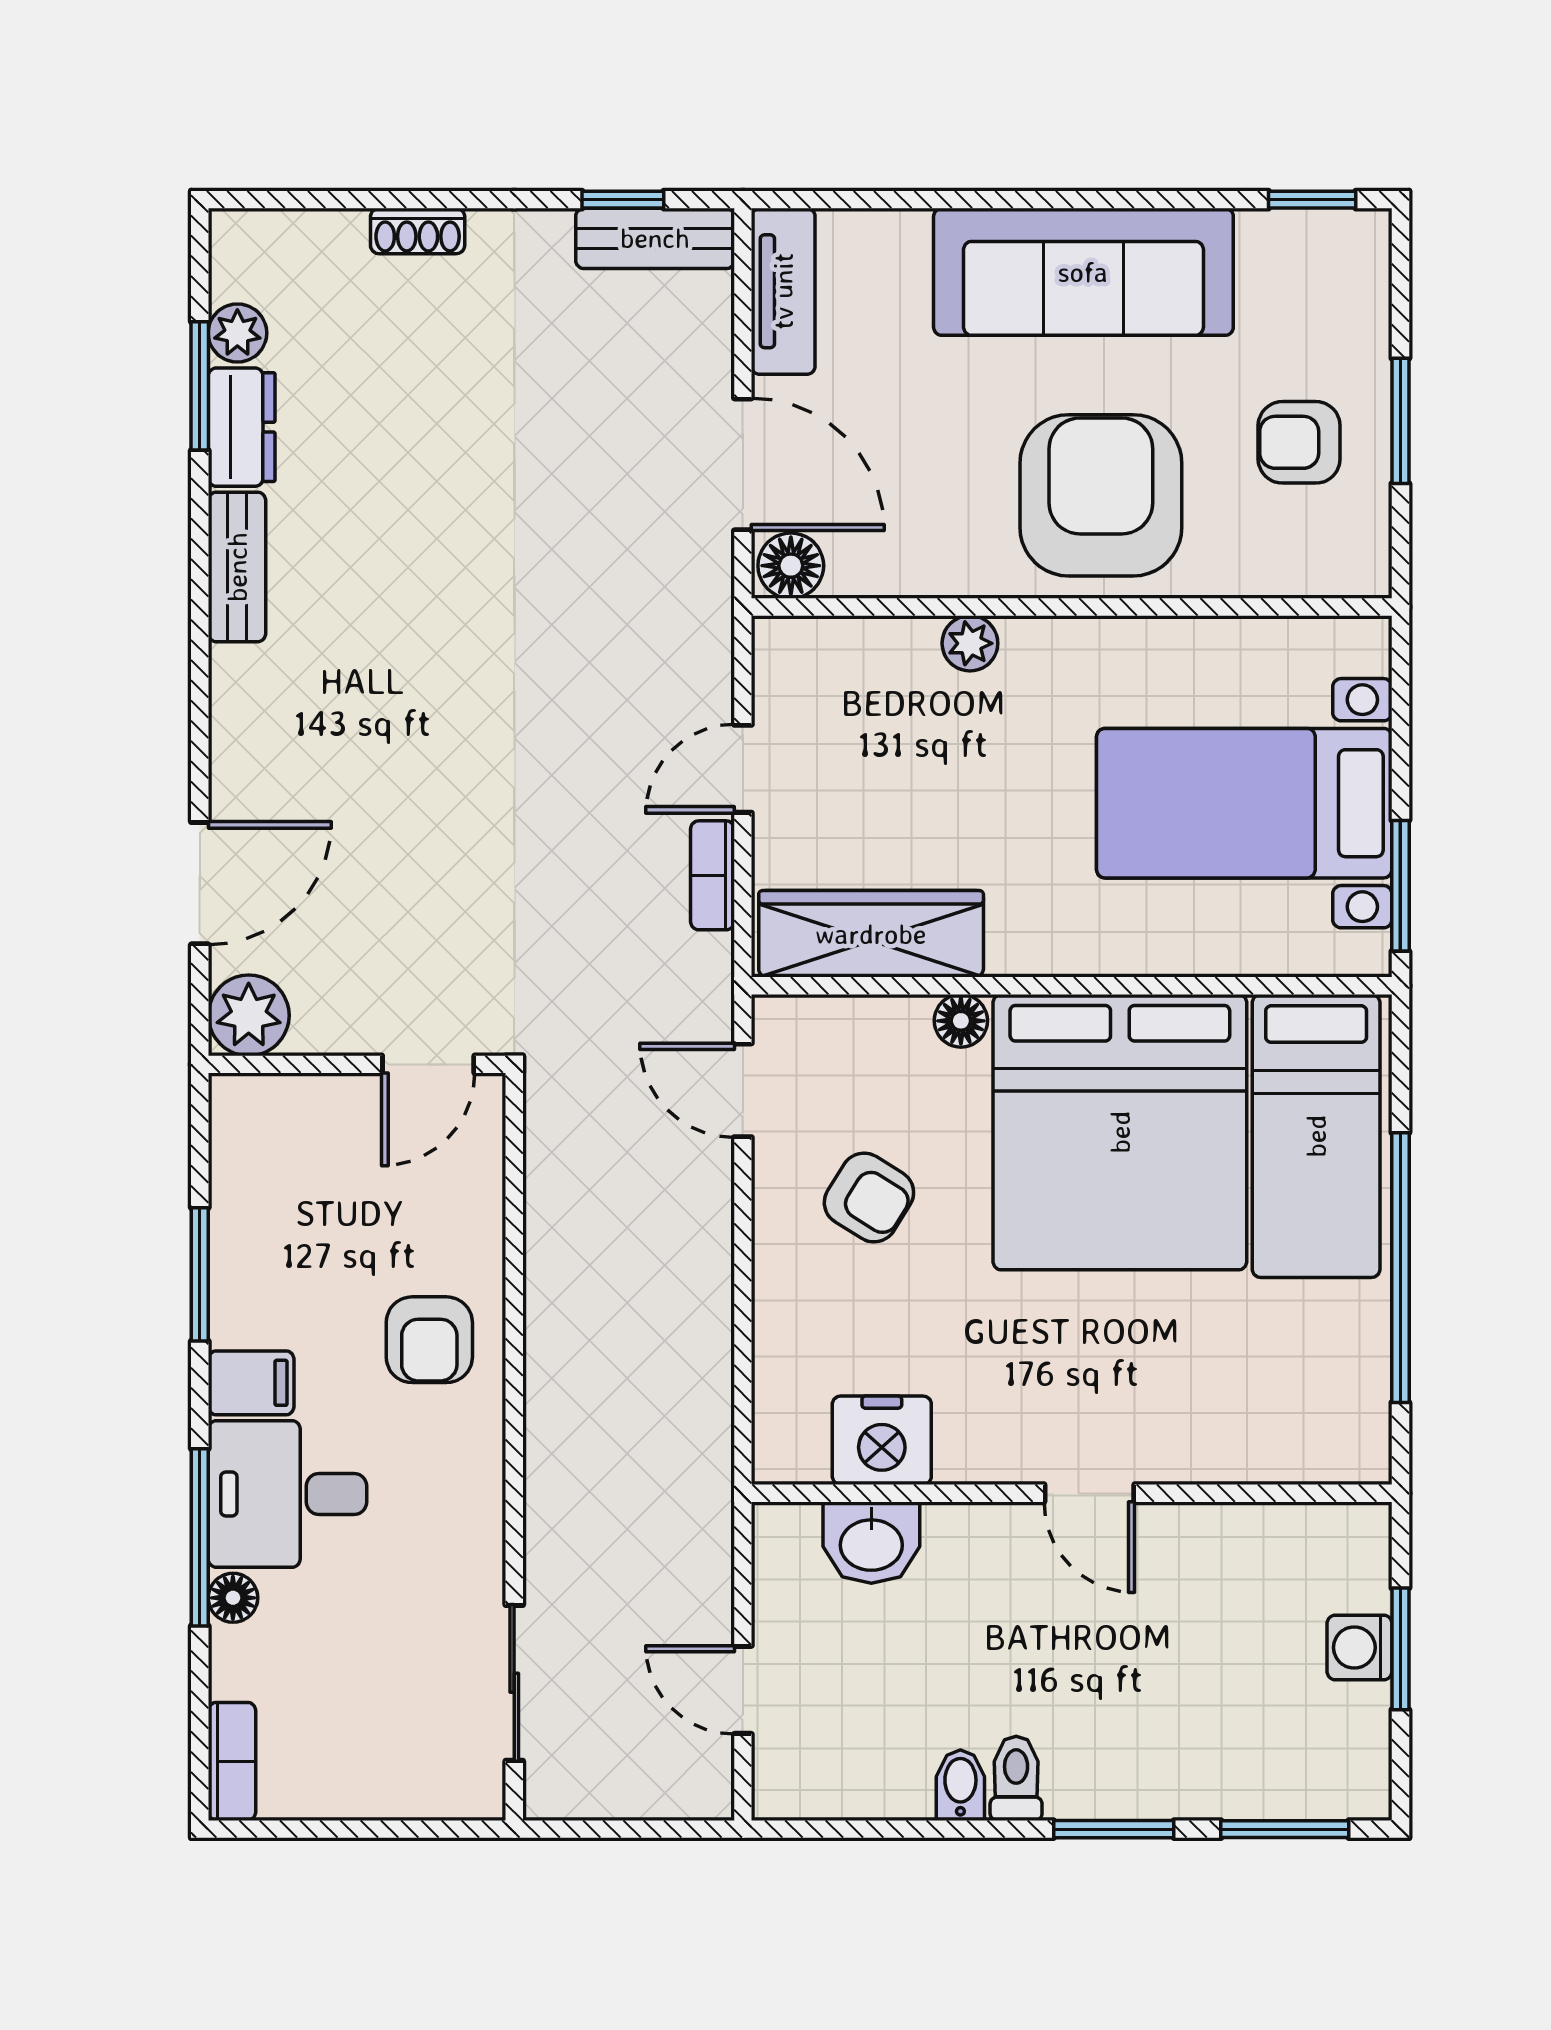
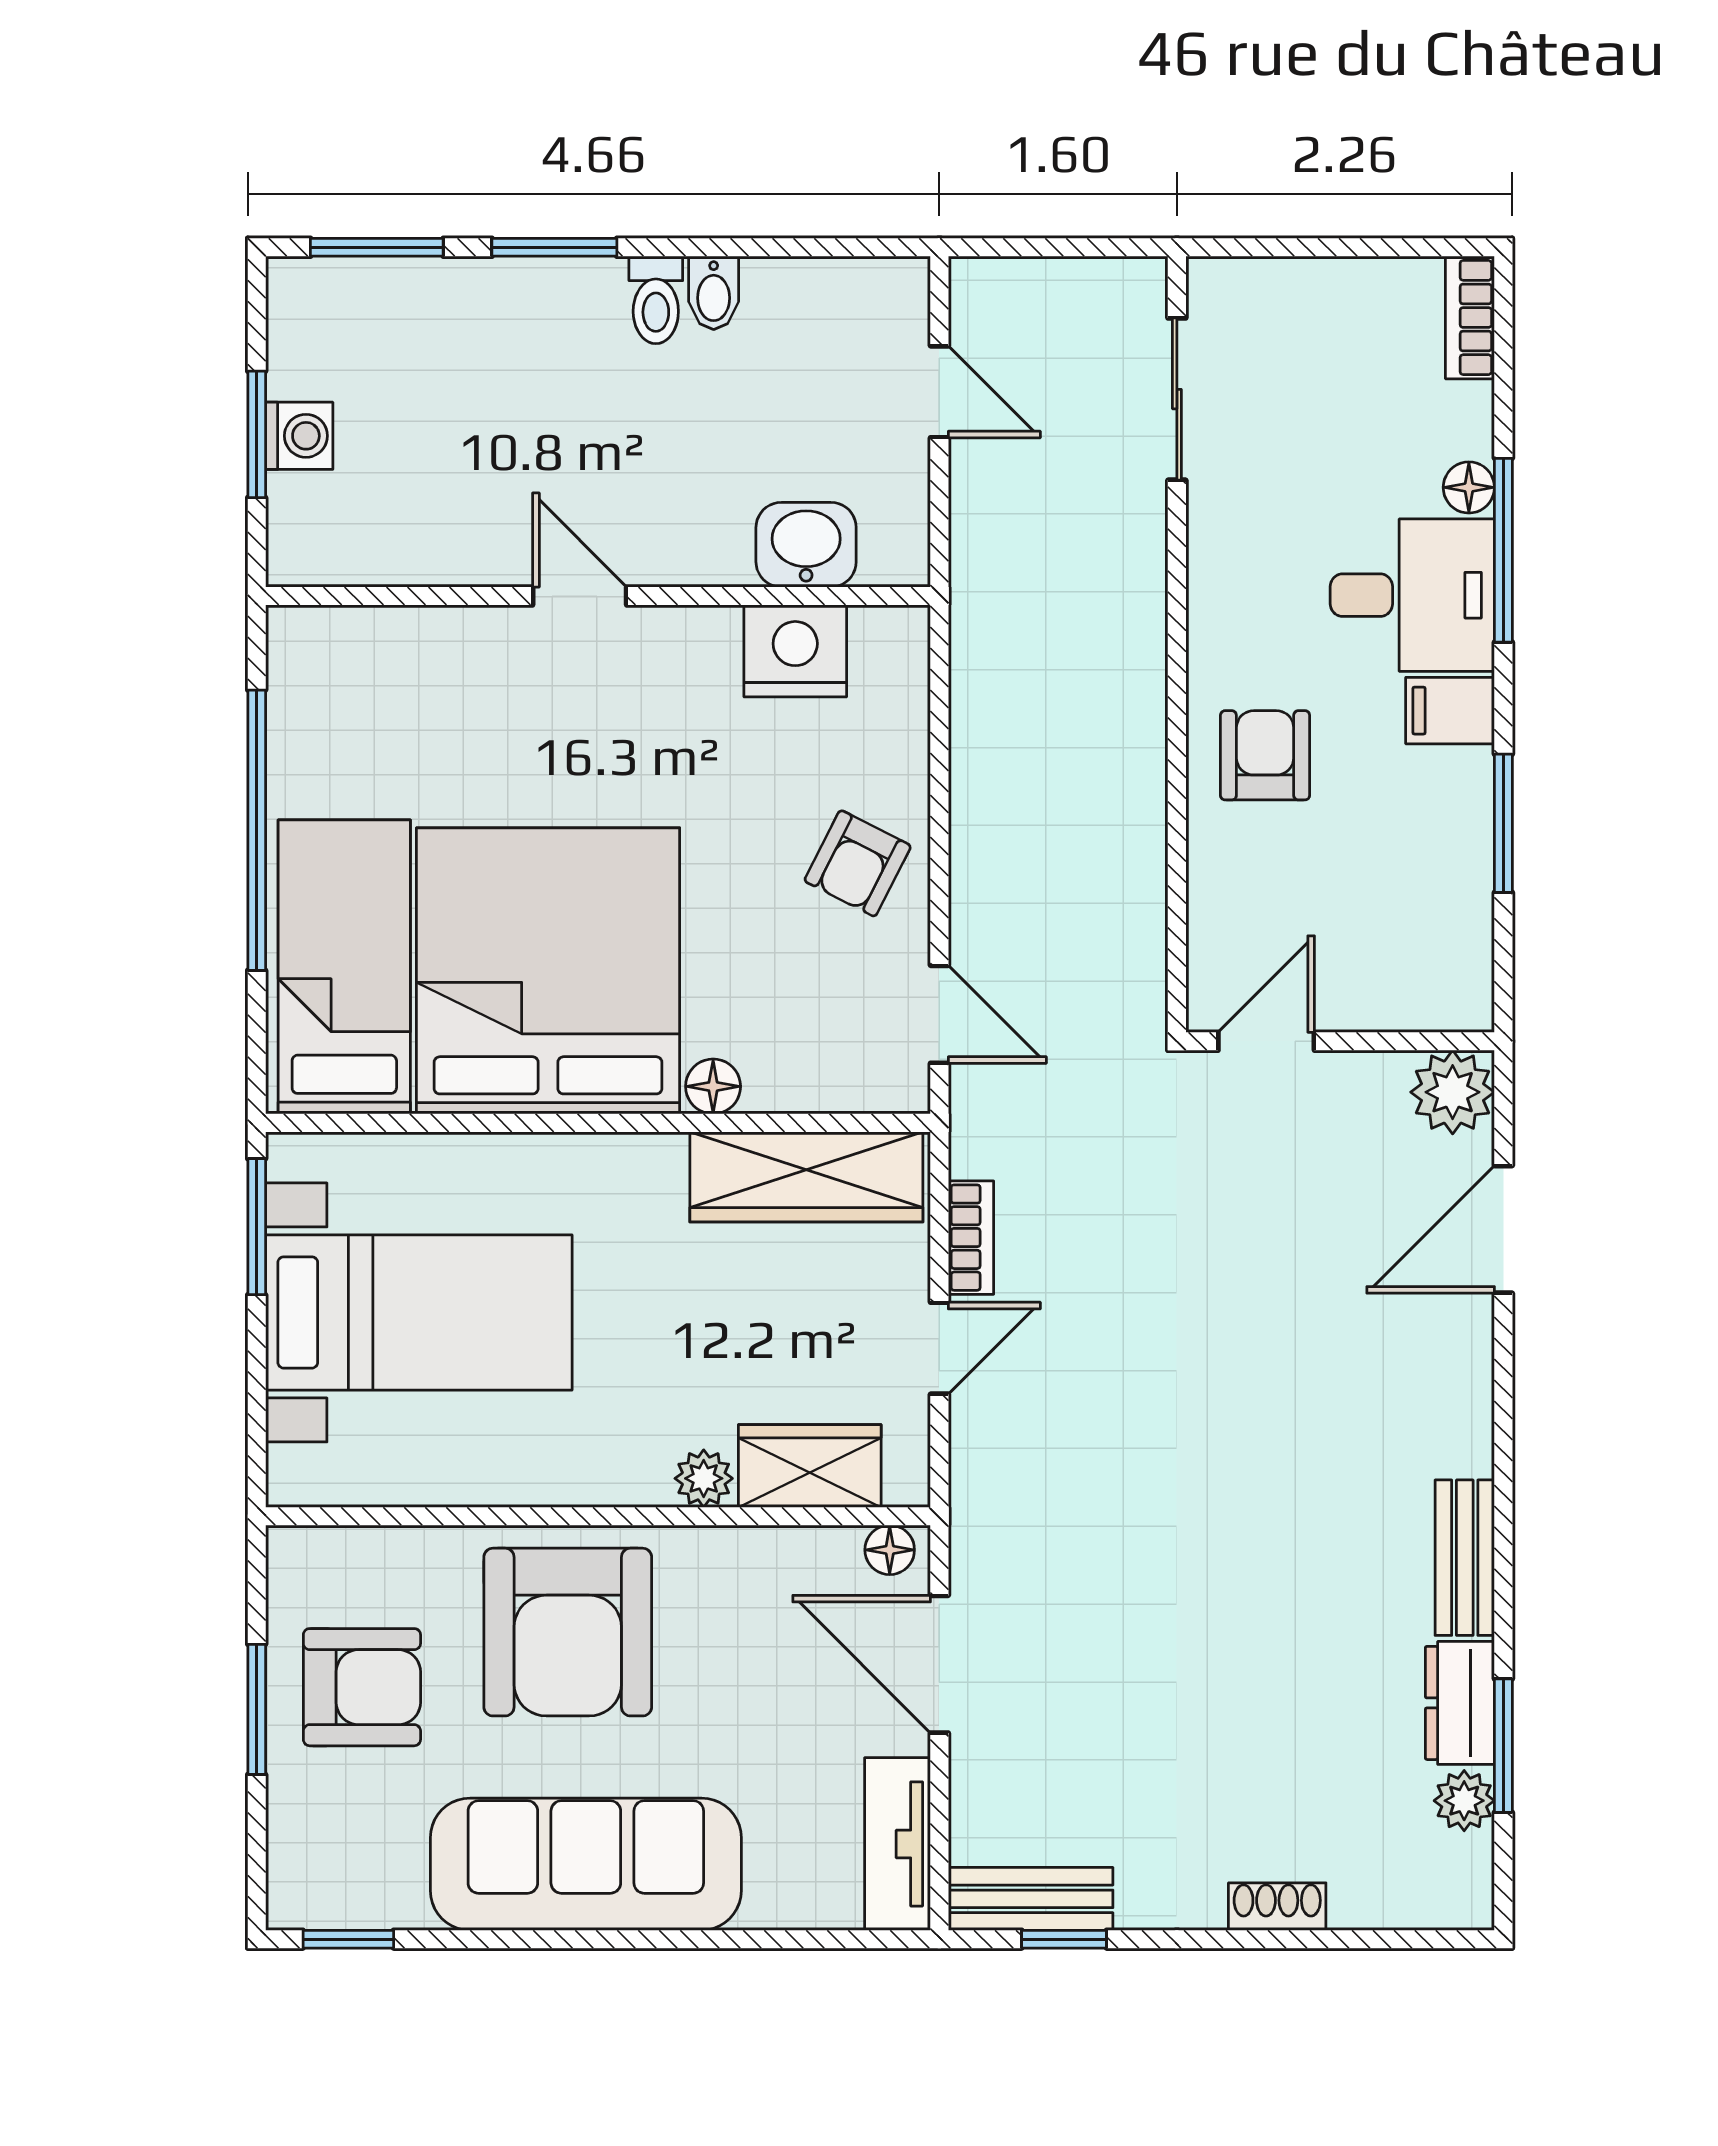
armchair: (1299, 442) -> (362, 1687), width x1.38, depth x1.38
floor lamp: (791, 566) -> (890, 1550), width x0.73, depth x0.73
wardrobe: (868, 655) -> (810, 1466), added
armchair: (869, 1197) -> (858, 863), moved, turned -95

